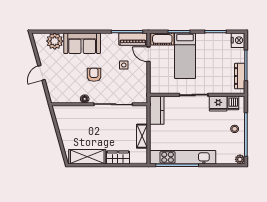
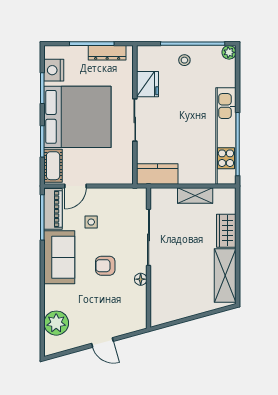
nightstand: (238, 40) -> (54, 70), moved, turned -90
sofa: (82, 43) -> (59, 257), moved
bed: (185, 56) -> (77, 117), width x2.04
dishwasher: (233, 103) -> (147, 62), removed

